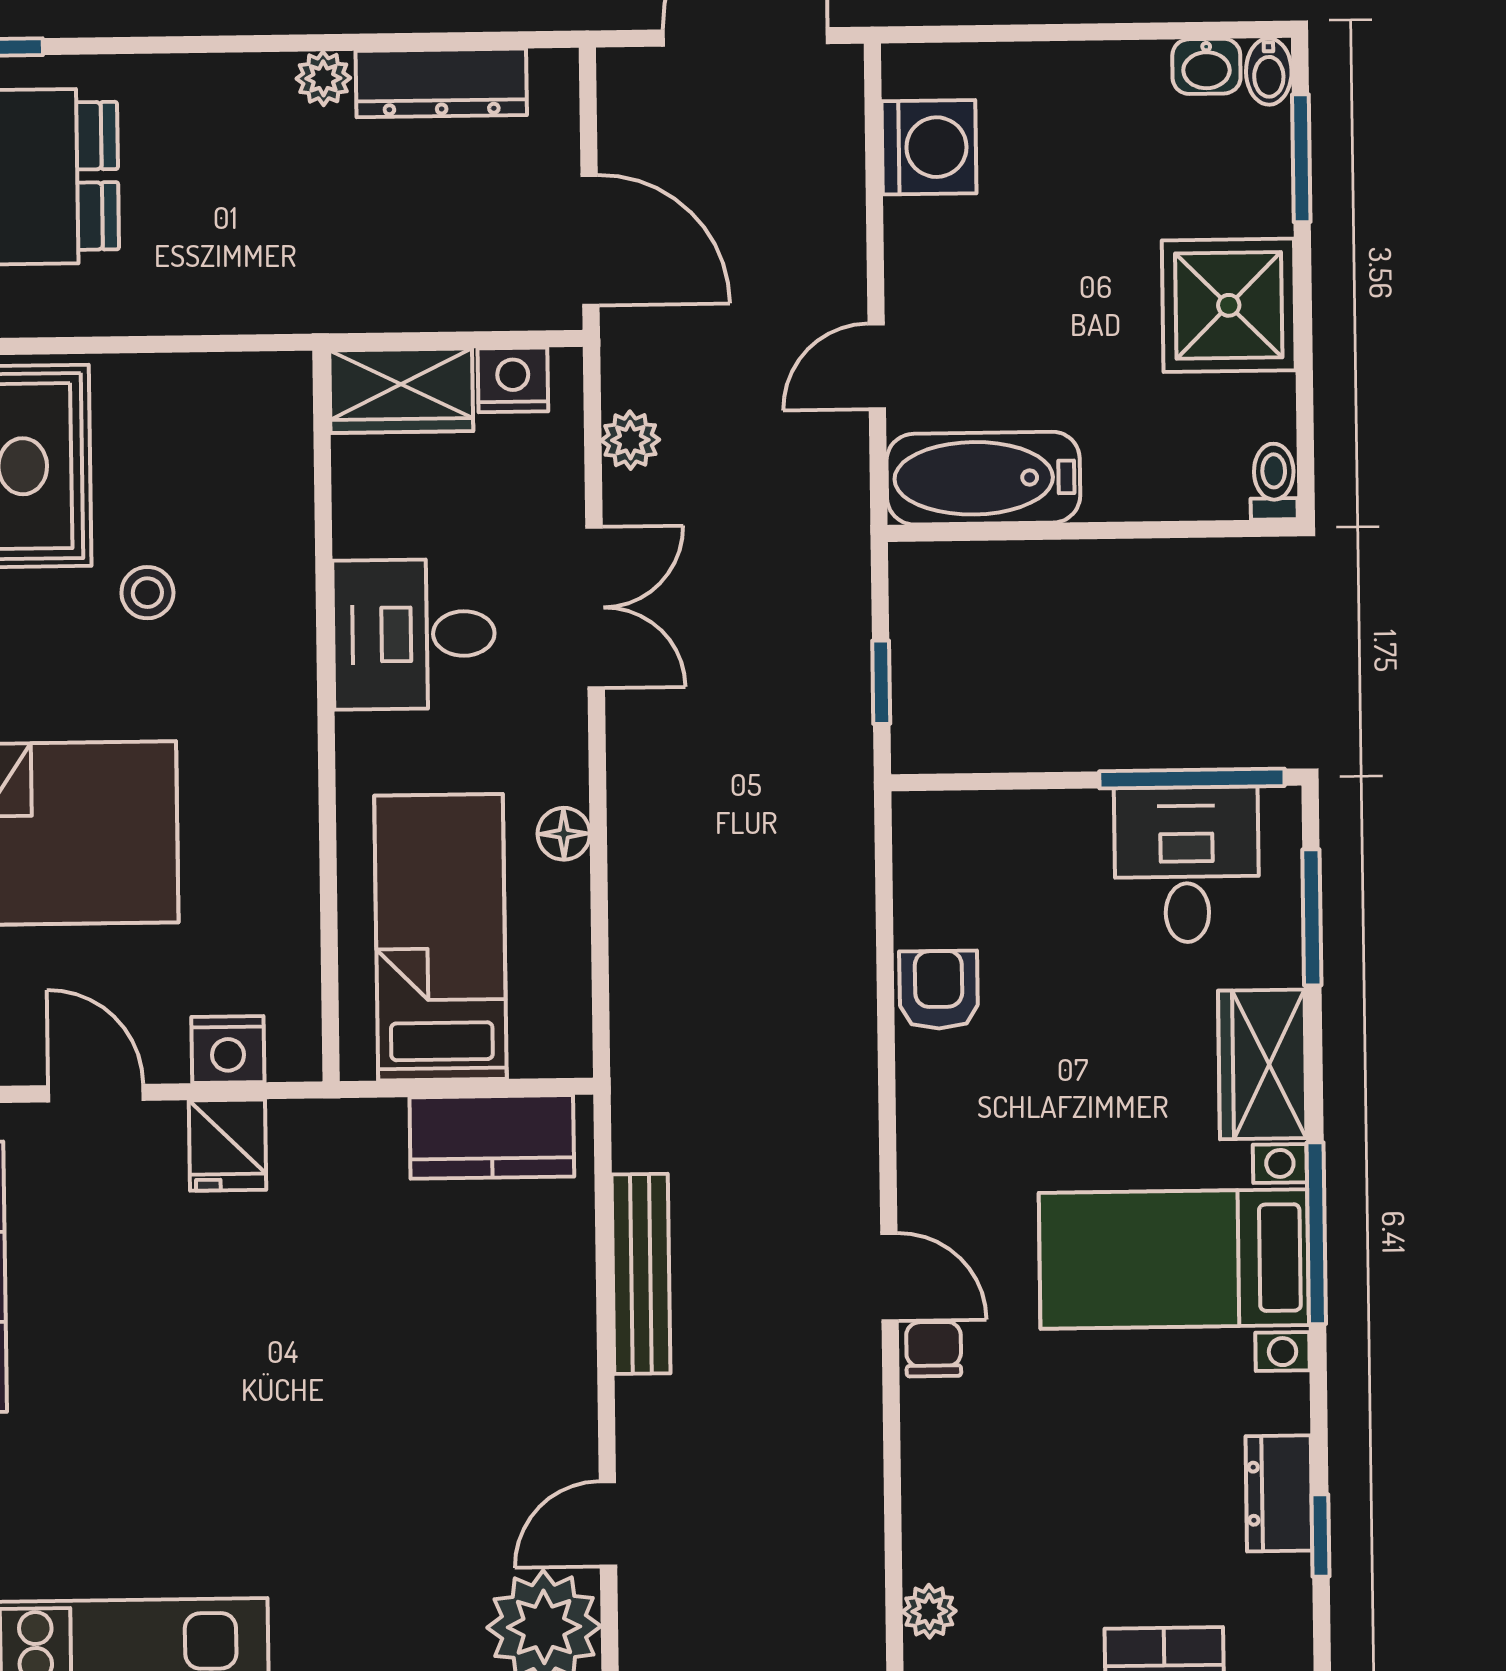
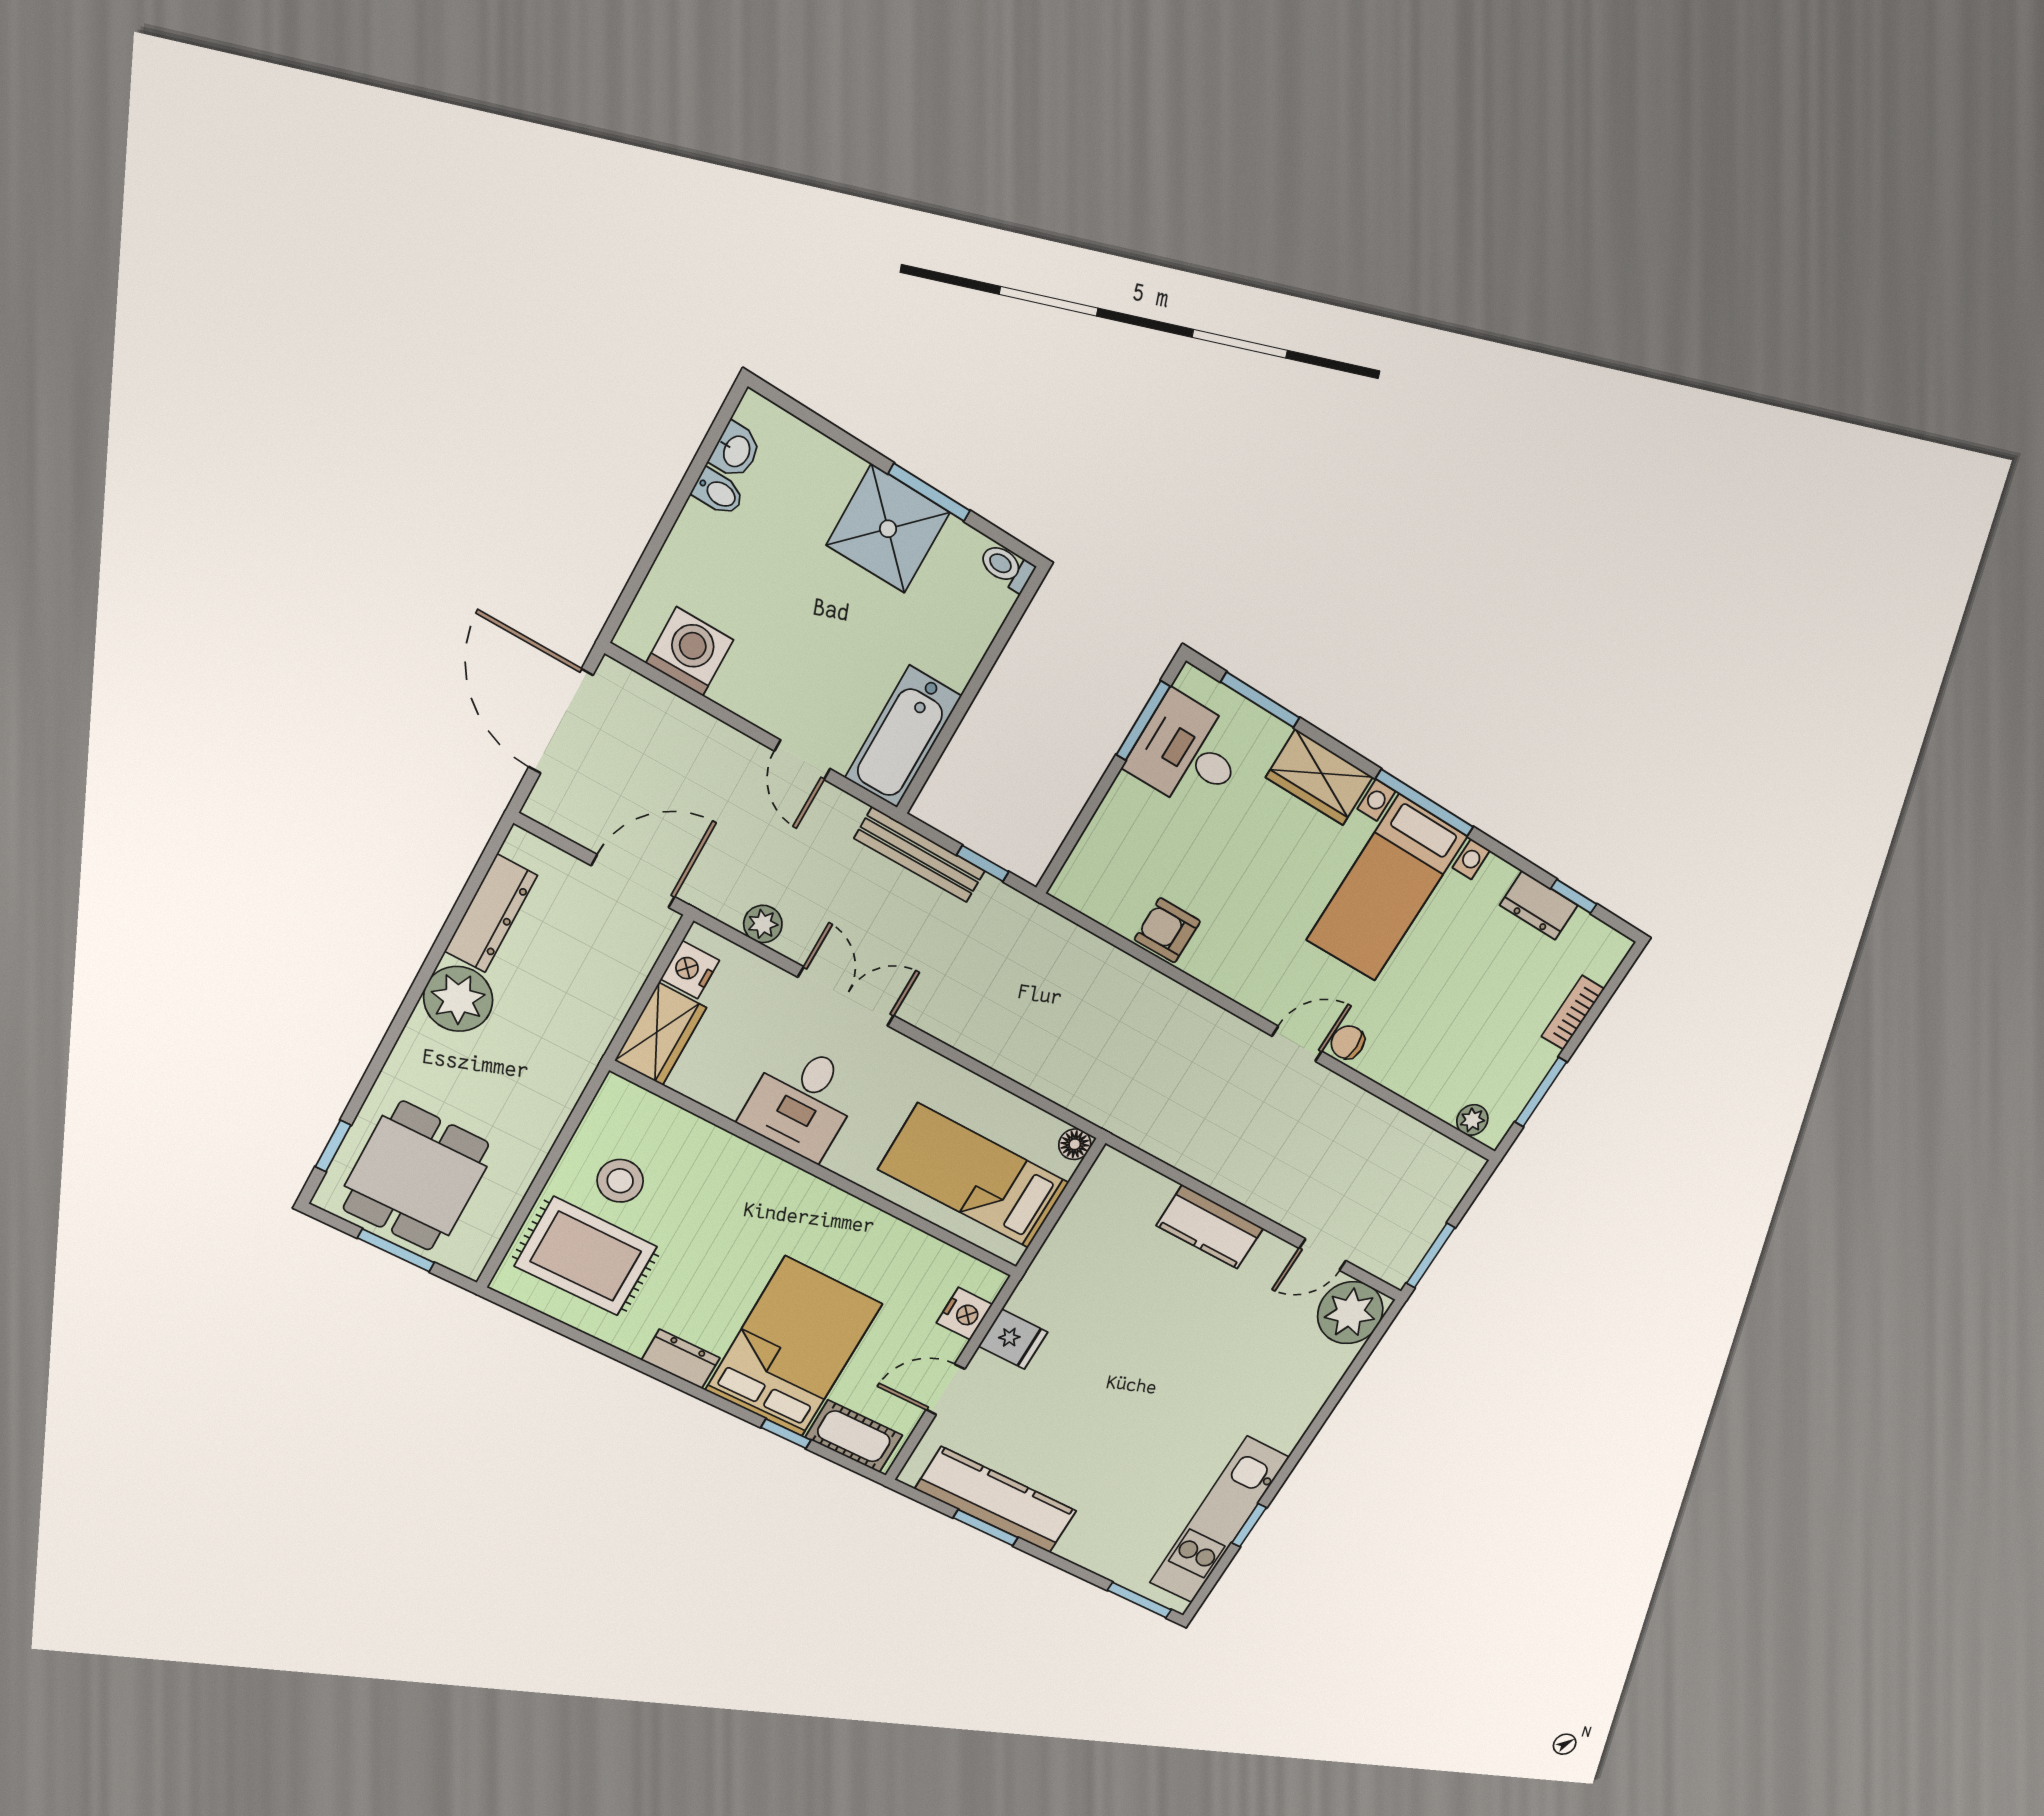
bidet: (1269, 71) -> (718, 492), moved
plant: (323, 78) -> (458, 999), width x1.87, depth x1.87
window: (1301, 158) -> (929, 492), moved
stool: (147, 593) -> (620, 1181), moved, width x1.37, depth x1.37
window: (1192, 779) -> (1143, 721), width x0.69
floor lamp: (564, 834) -> (1075, 1144), moved
kitchen counter: (492, 1137) -> (1210, 1227), moved, turned 90
bench: (641, 1274) -> (920, 855), moved
door: (608, 1524) -> (1323, 1255), hinge flipped

